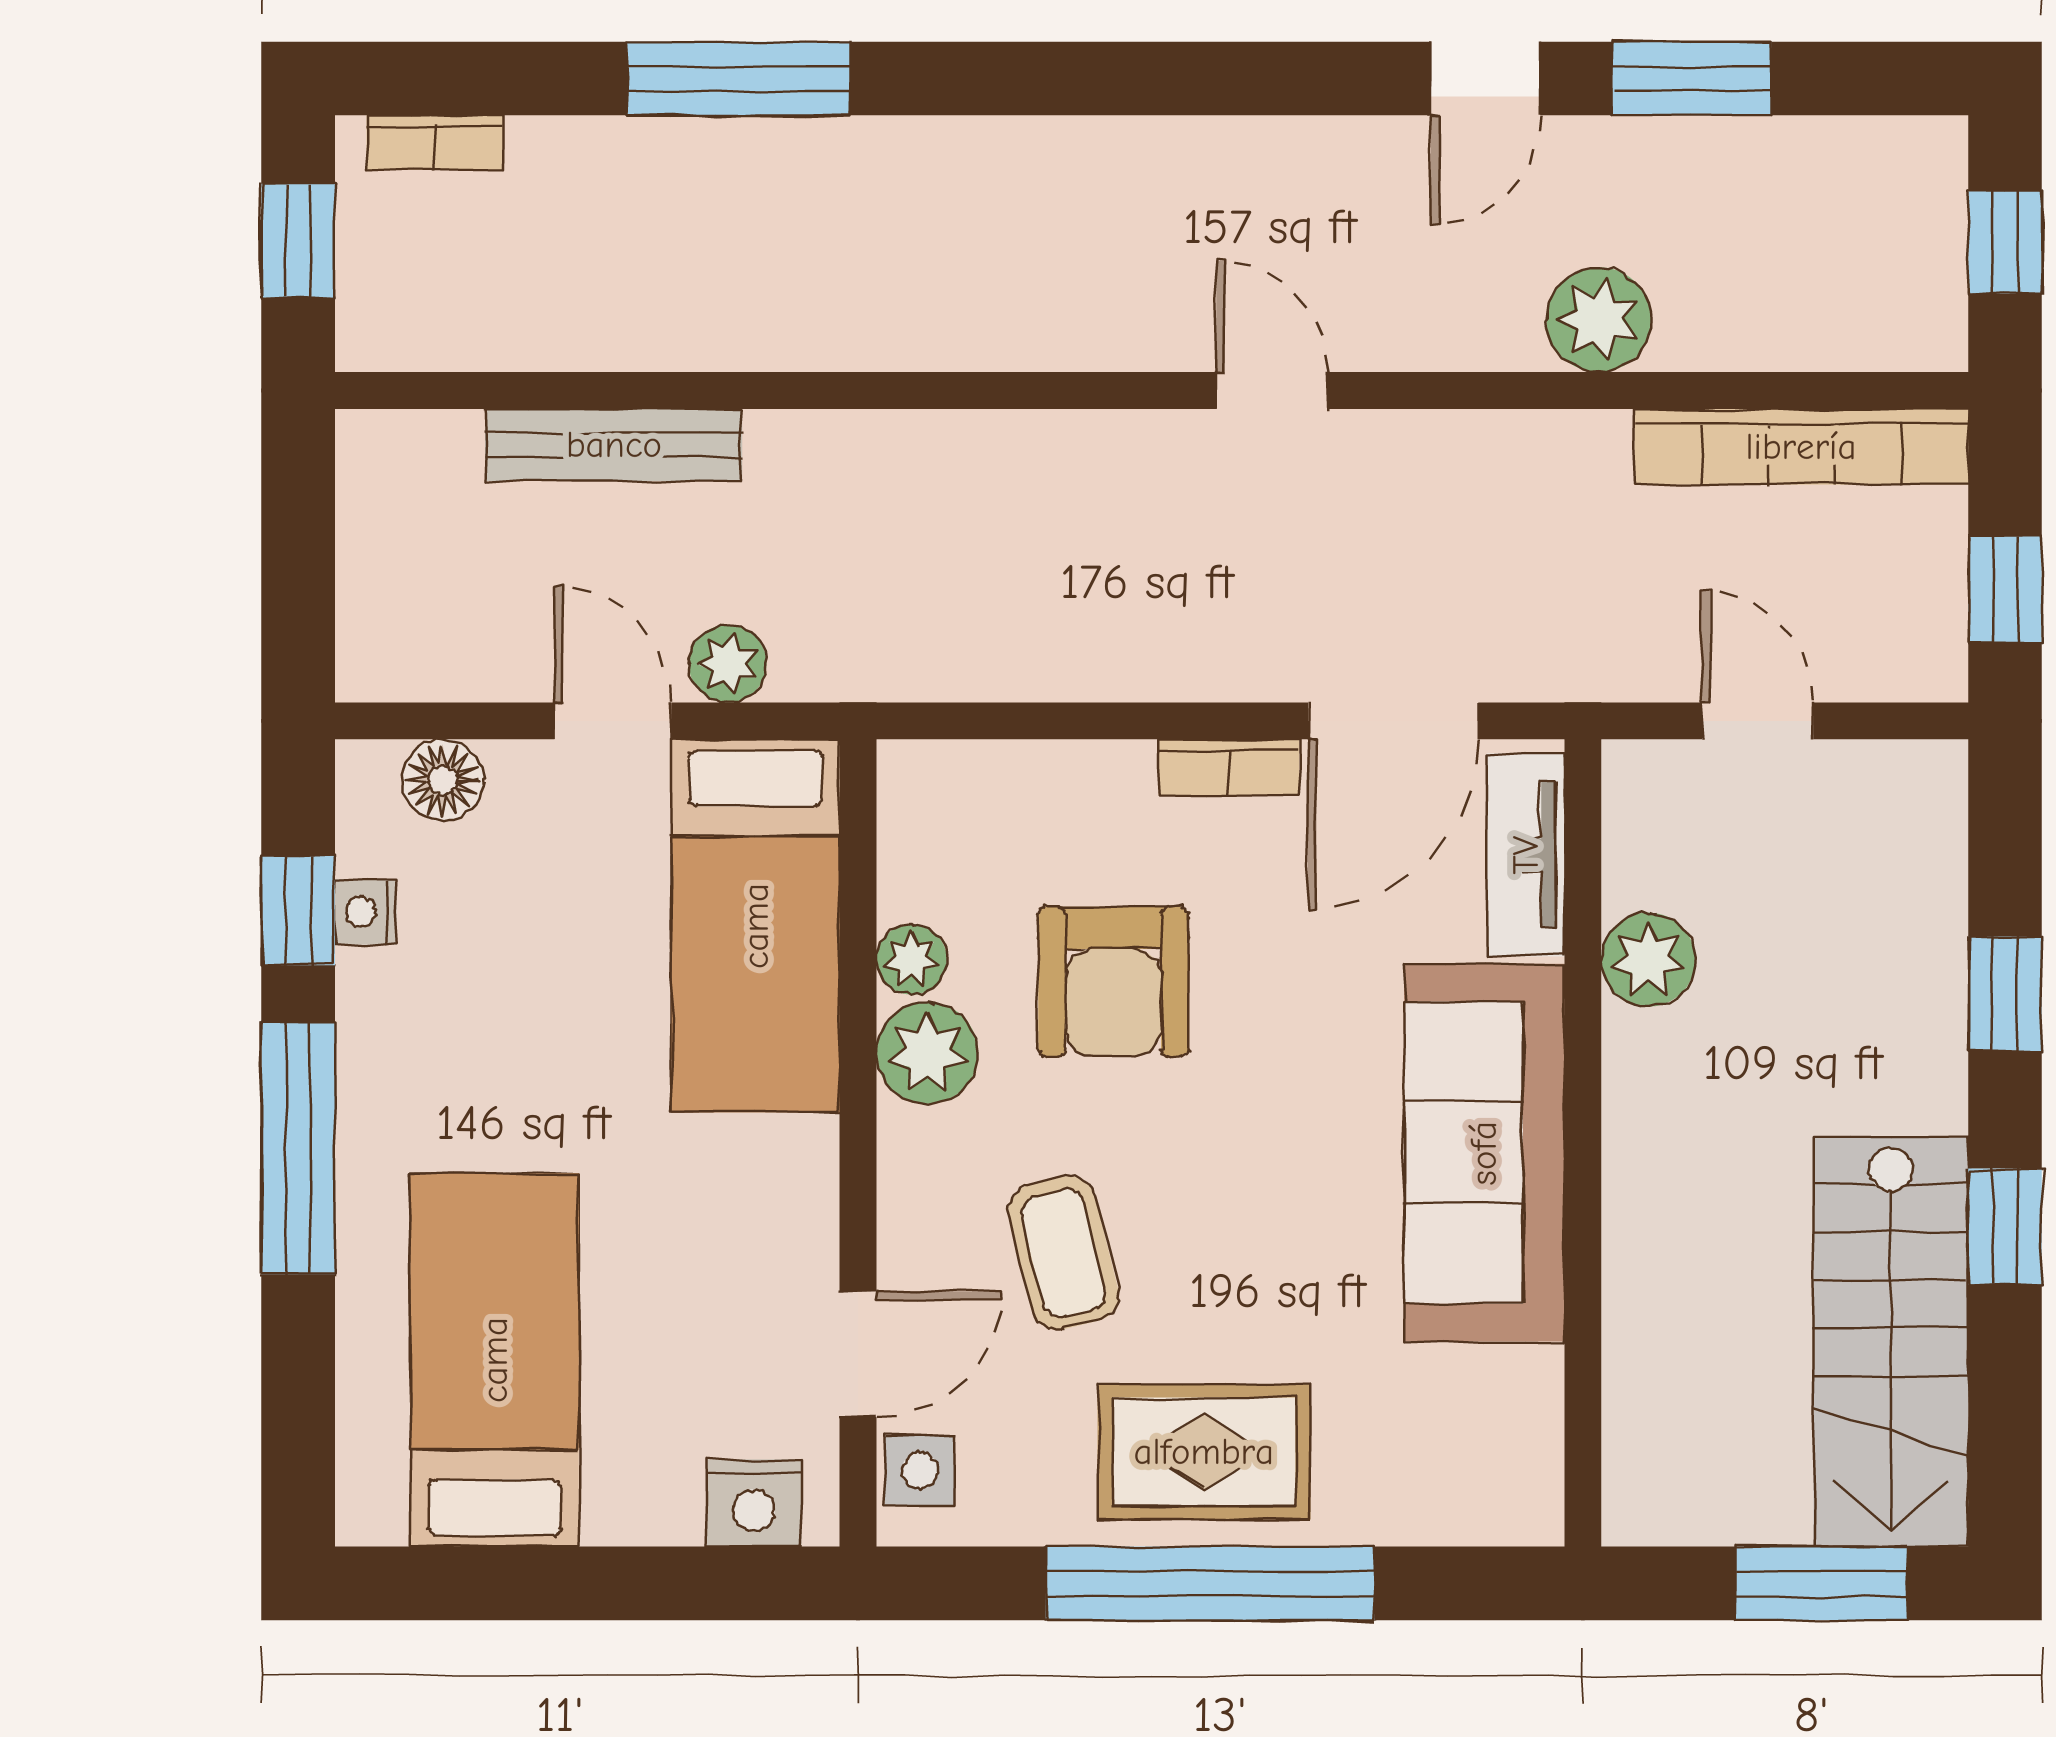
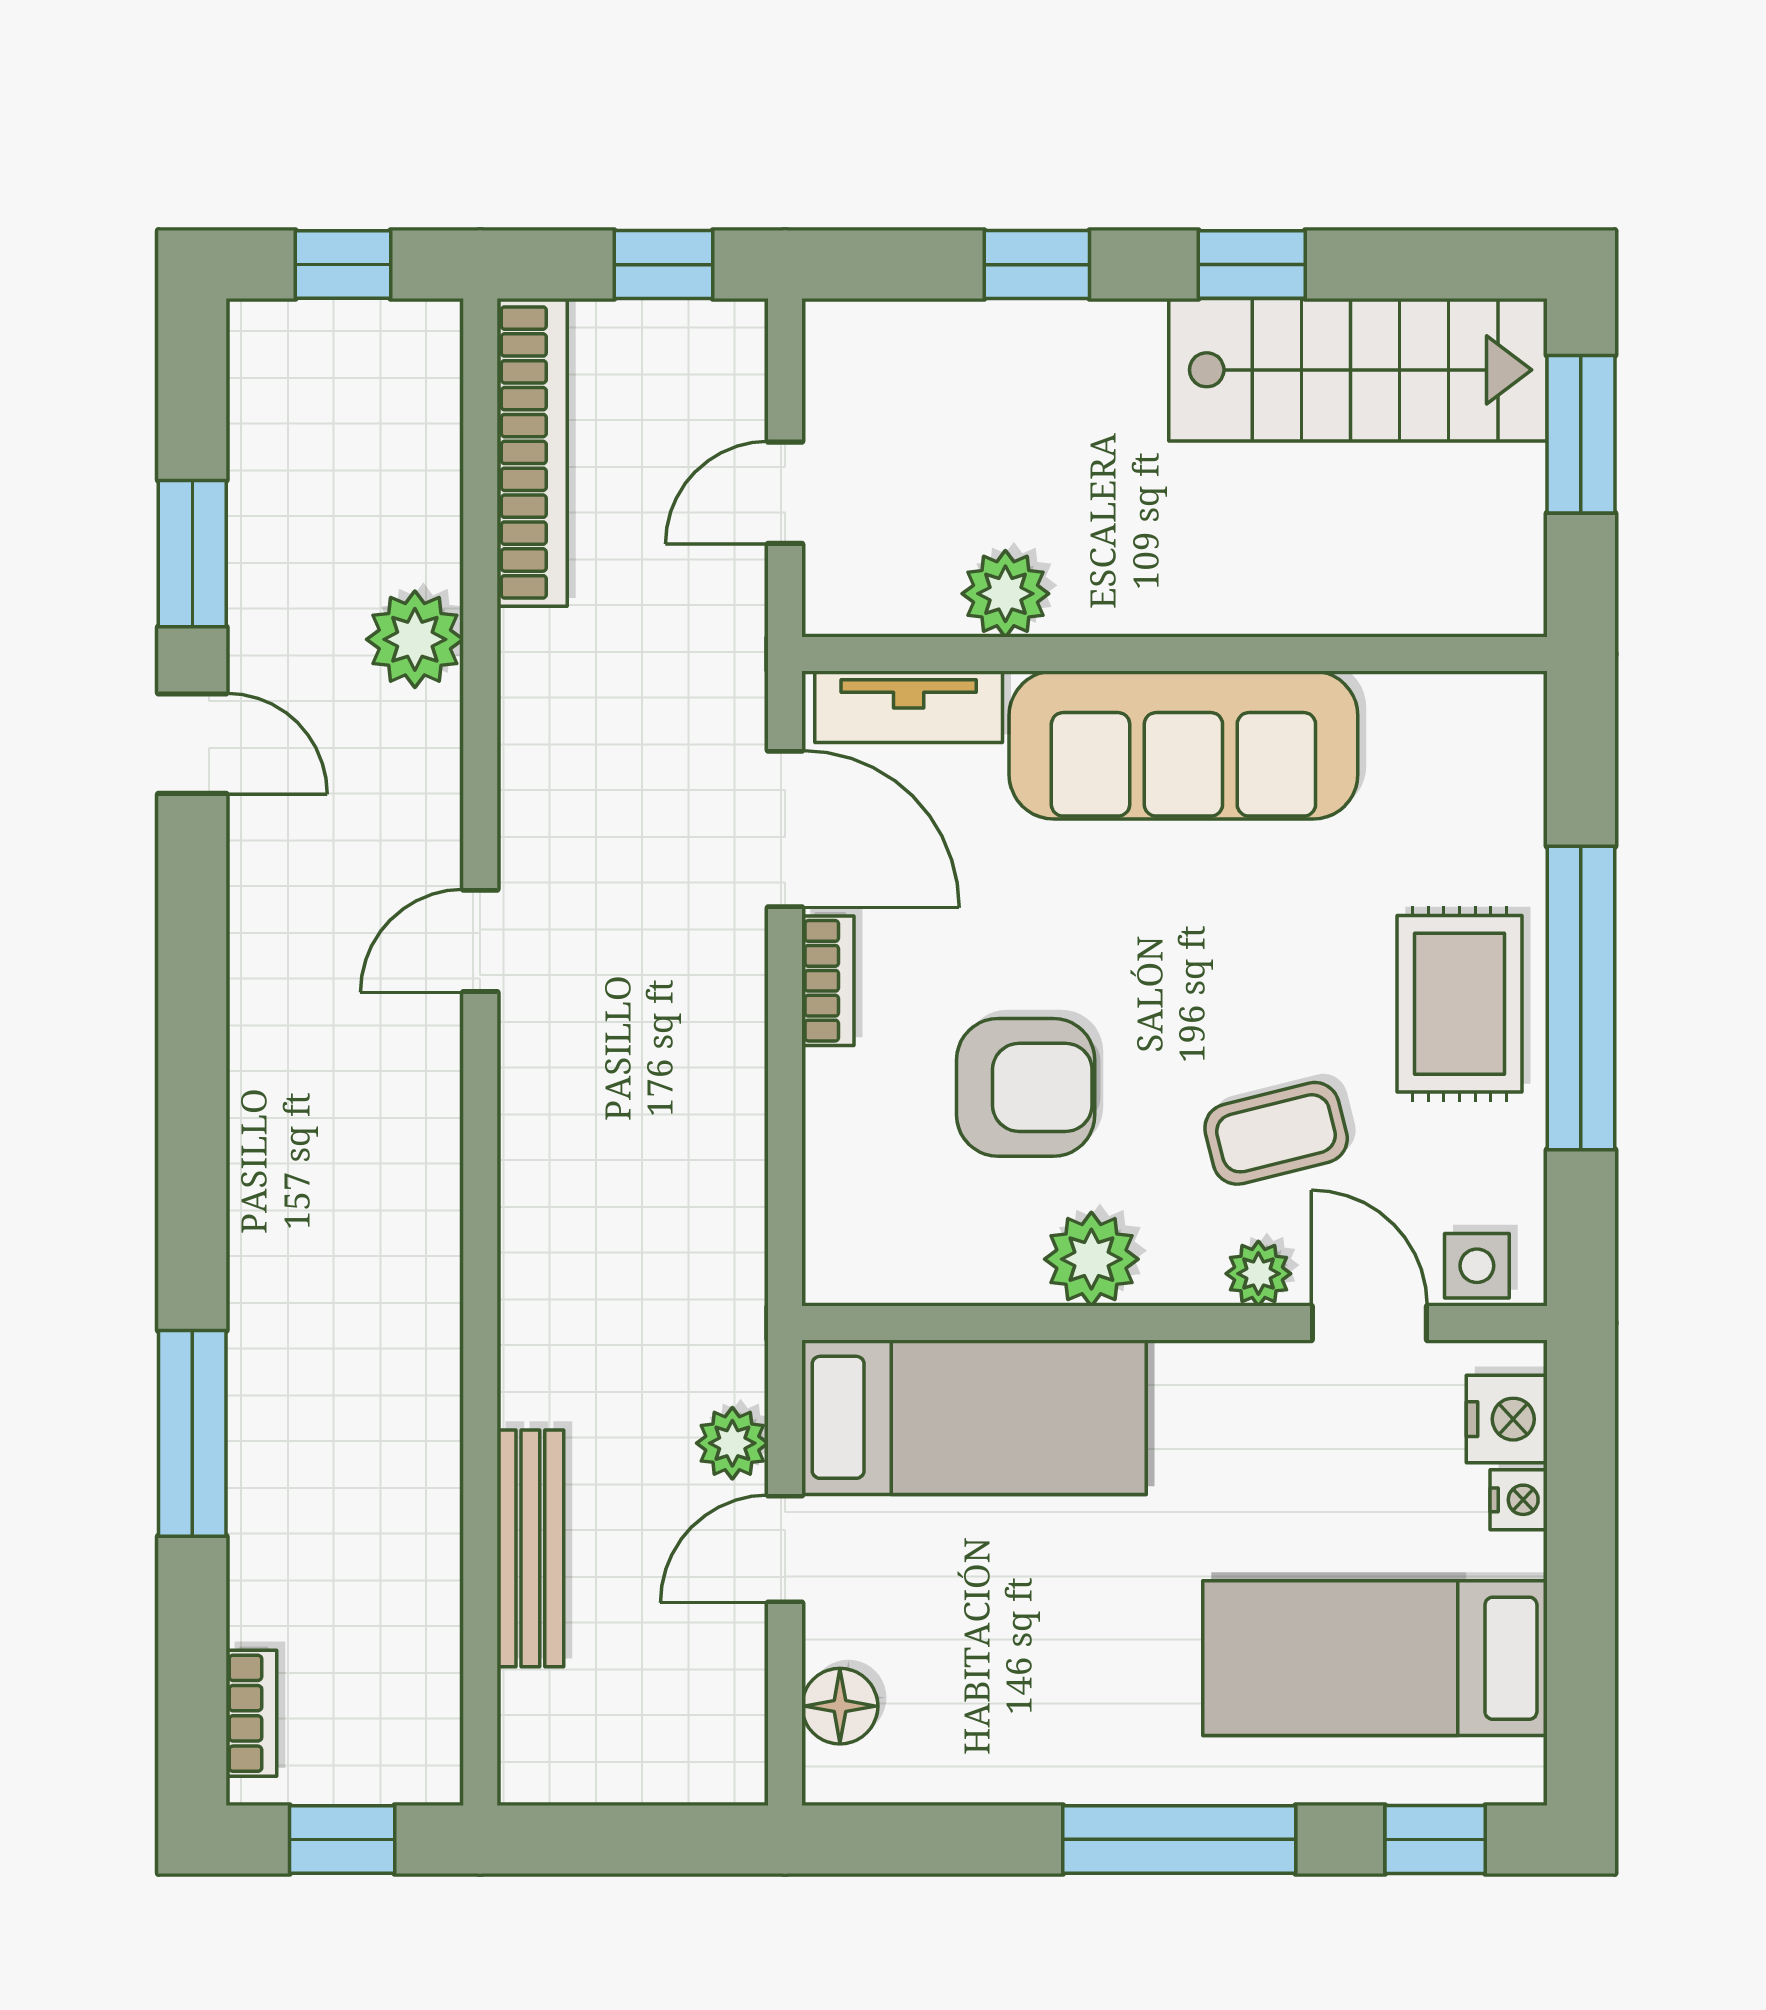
window: (298, 911) -> (1435, 1839), moved
nightstand: (366, 912) -> (1519, 1500), moved, turned -90
plant: (912, 959) -> (1258, 1274), moved

